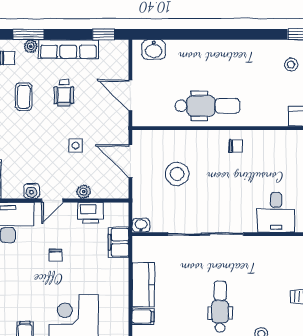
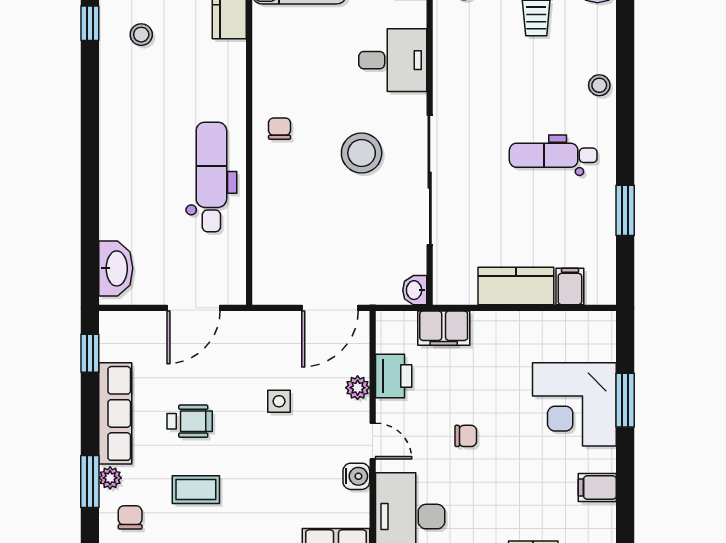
washbasin: (154, 50) -> (116, 268), width x1.38
door: (130, 161) -> (330, 308), moved
stool: (177, 174) -> (362, 153), moved

